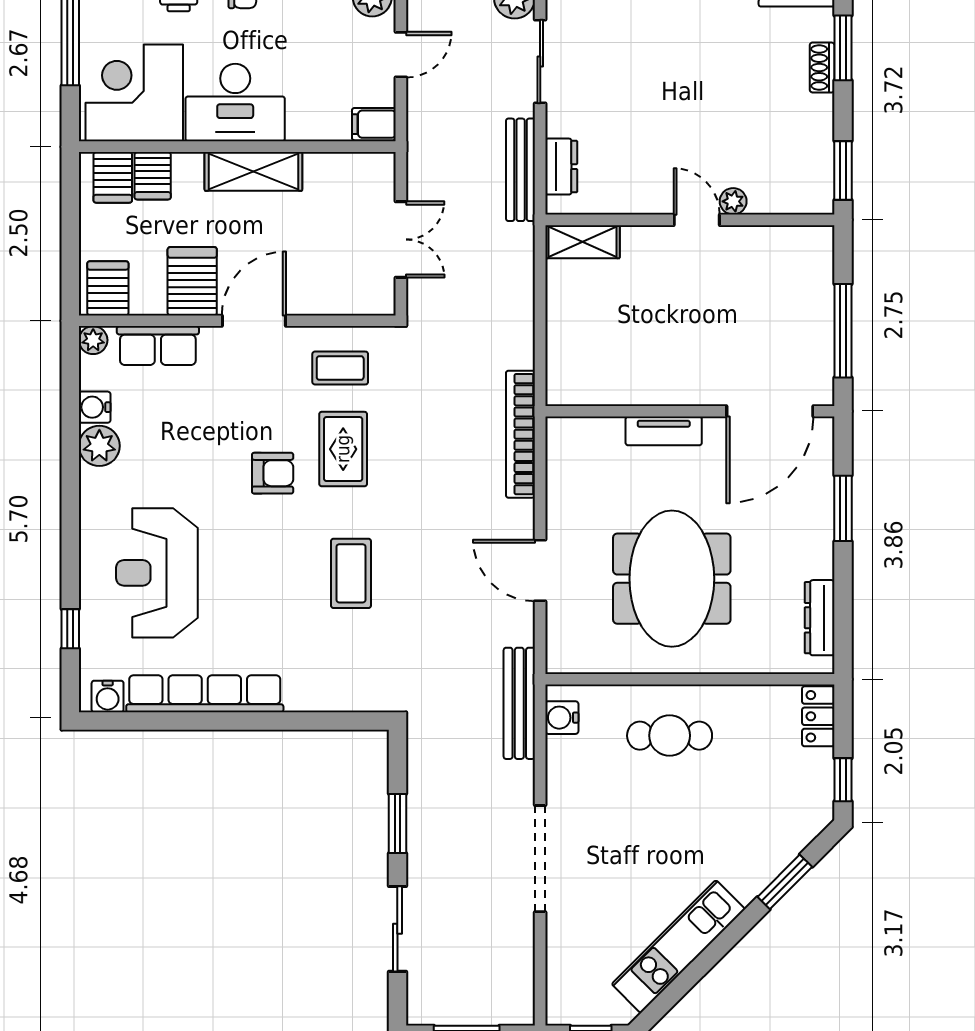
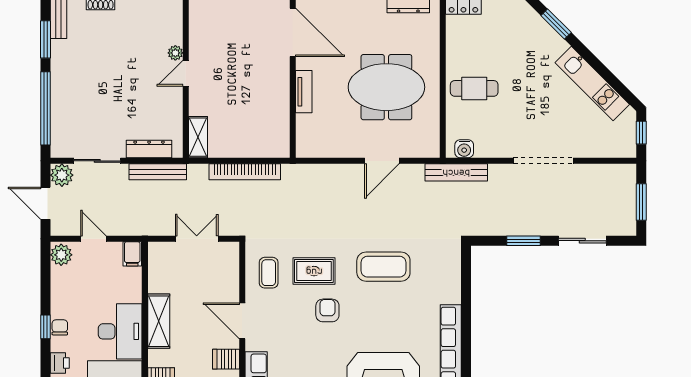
dresser: (561, 167) -> (149, 149), width x1.44
server rack: (192, 281) -> (226, 359), width x0.73, depth x0.70
bookcase: (521, 434) -> (245, 172), moved
coffee table: (351, 573) -> (383, 267), width x1.36, depth x1.32
cafe table: (670, 736) -> (474, 88), turned 90

